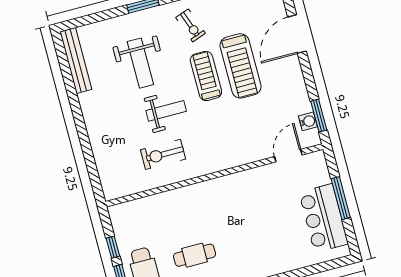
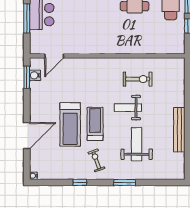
bench: (76, 61) -> (179, 130), moved
treadmill: (241, 66) -> (70, 124), turned 180
treadmill: (206, 76) -> (95, 124), turned 180

